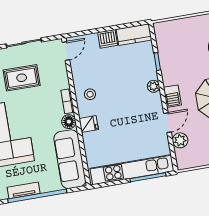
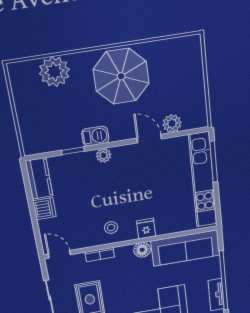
barbecue: (172, 96) -> (95, 136), moved
bookcase: (68, 101) -> (100, 255), moved

